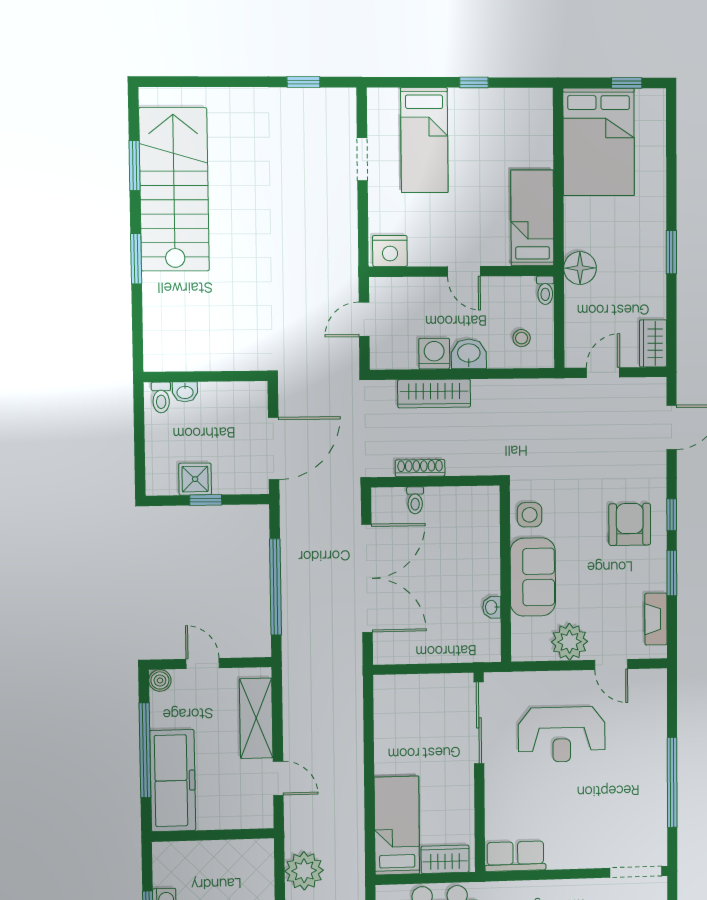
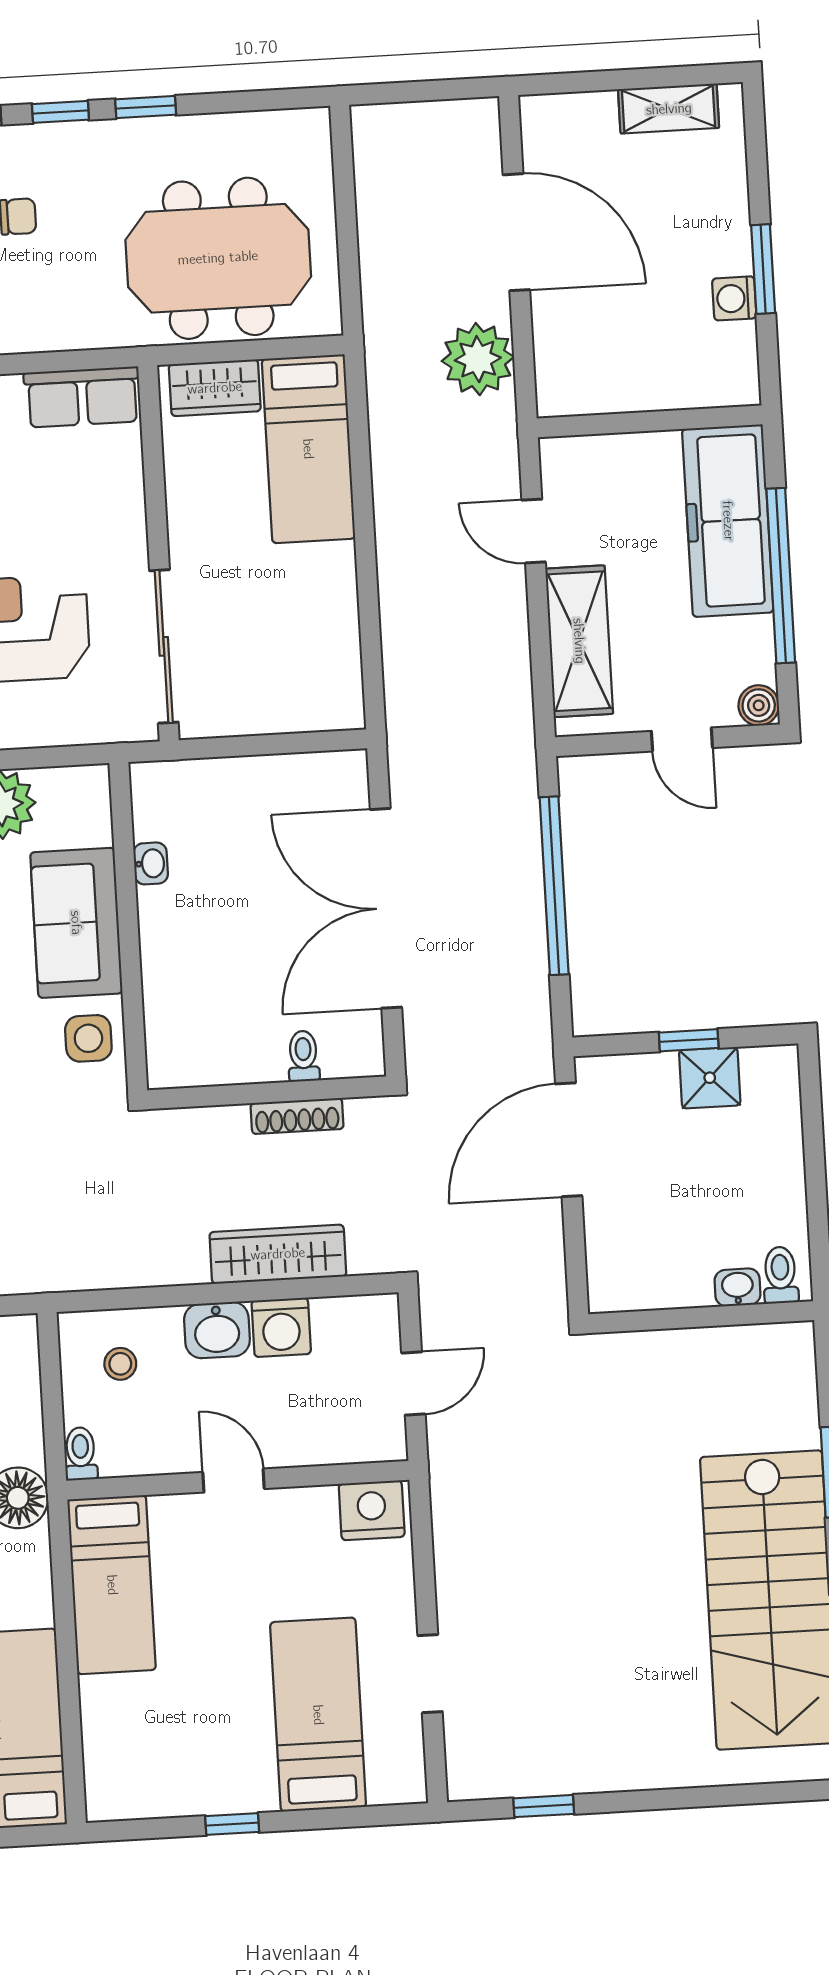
wall: (206, 376) -> (701, 1317), moved
washbasin: (185, 392) -> (738, 1287), moved
toilet: (161, 397) -> (780, 1275), moved

